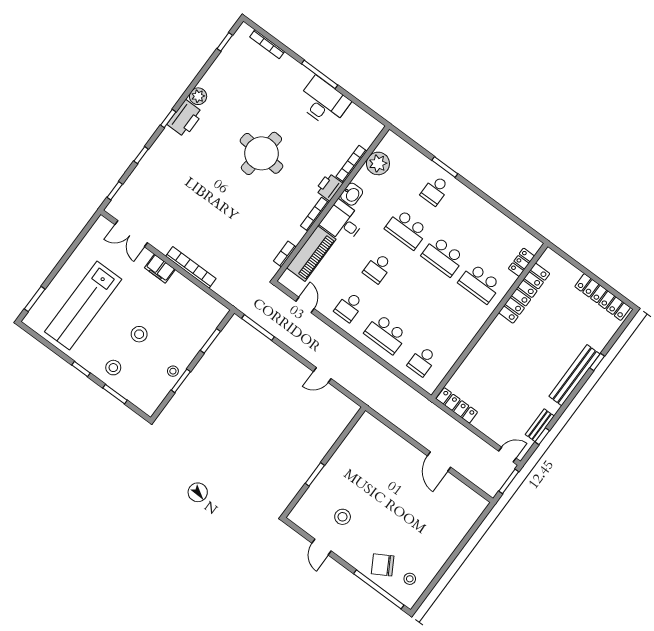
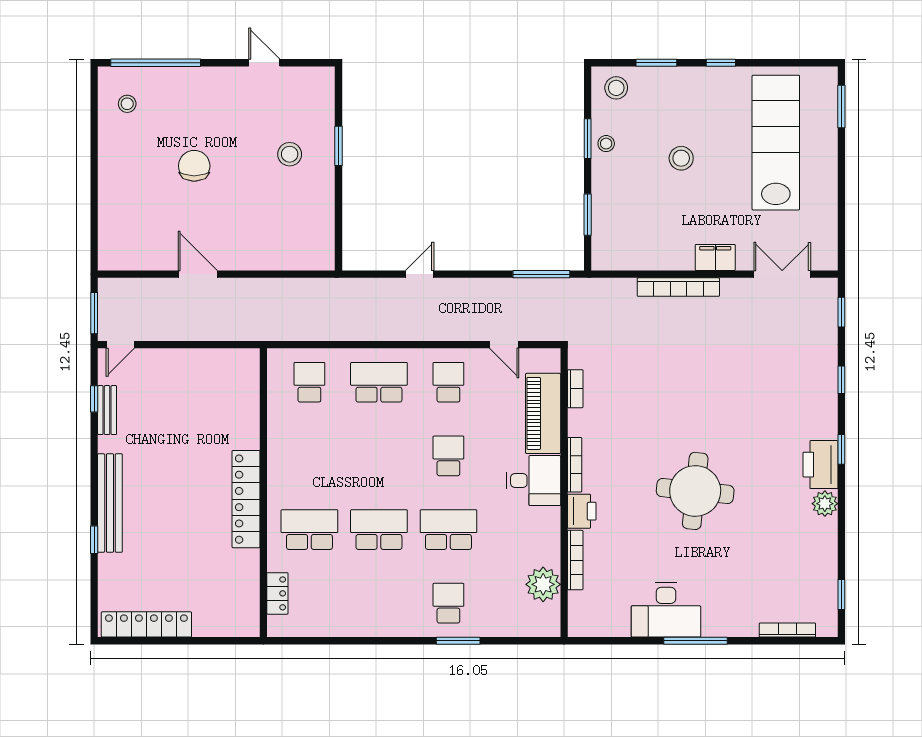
washbasin: (352, 194) -> (548, 523), removed
locker: (524, 293) -> (246, 499), moved
stool: (113, 368) -> (616, 88), moved
locker: (457, 405) -> (227, 359), removed
stool: (343, 517) -> (290, 154), moved
chair: (383, 565) -> (194, 166), moved, turned -60

